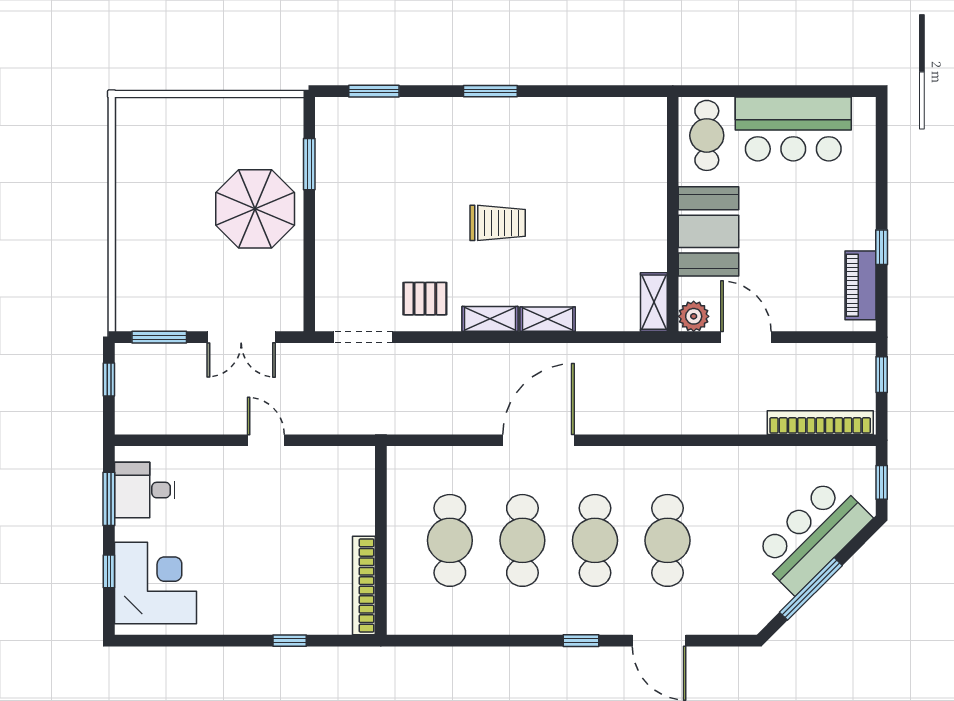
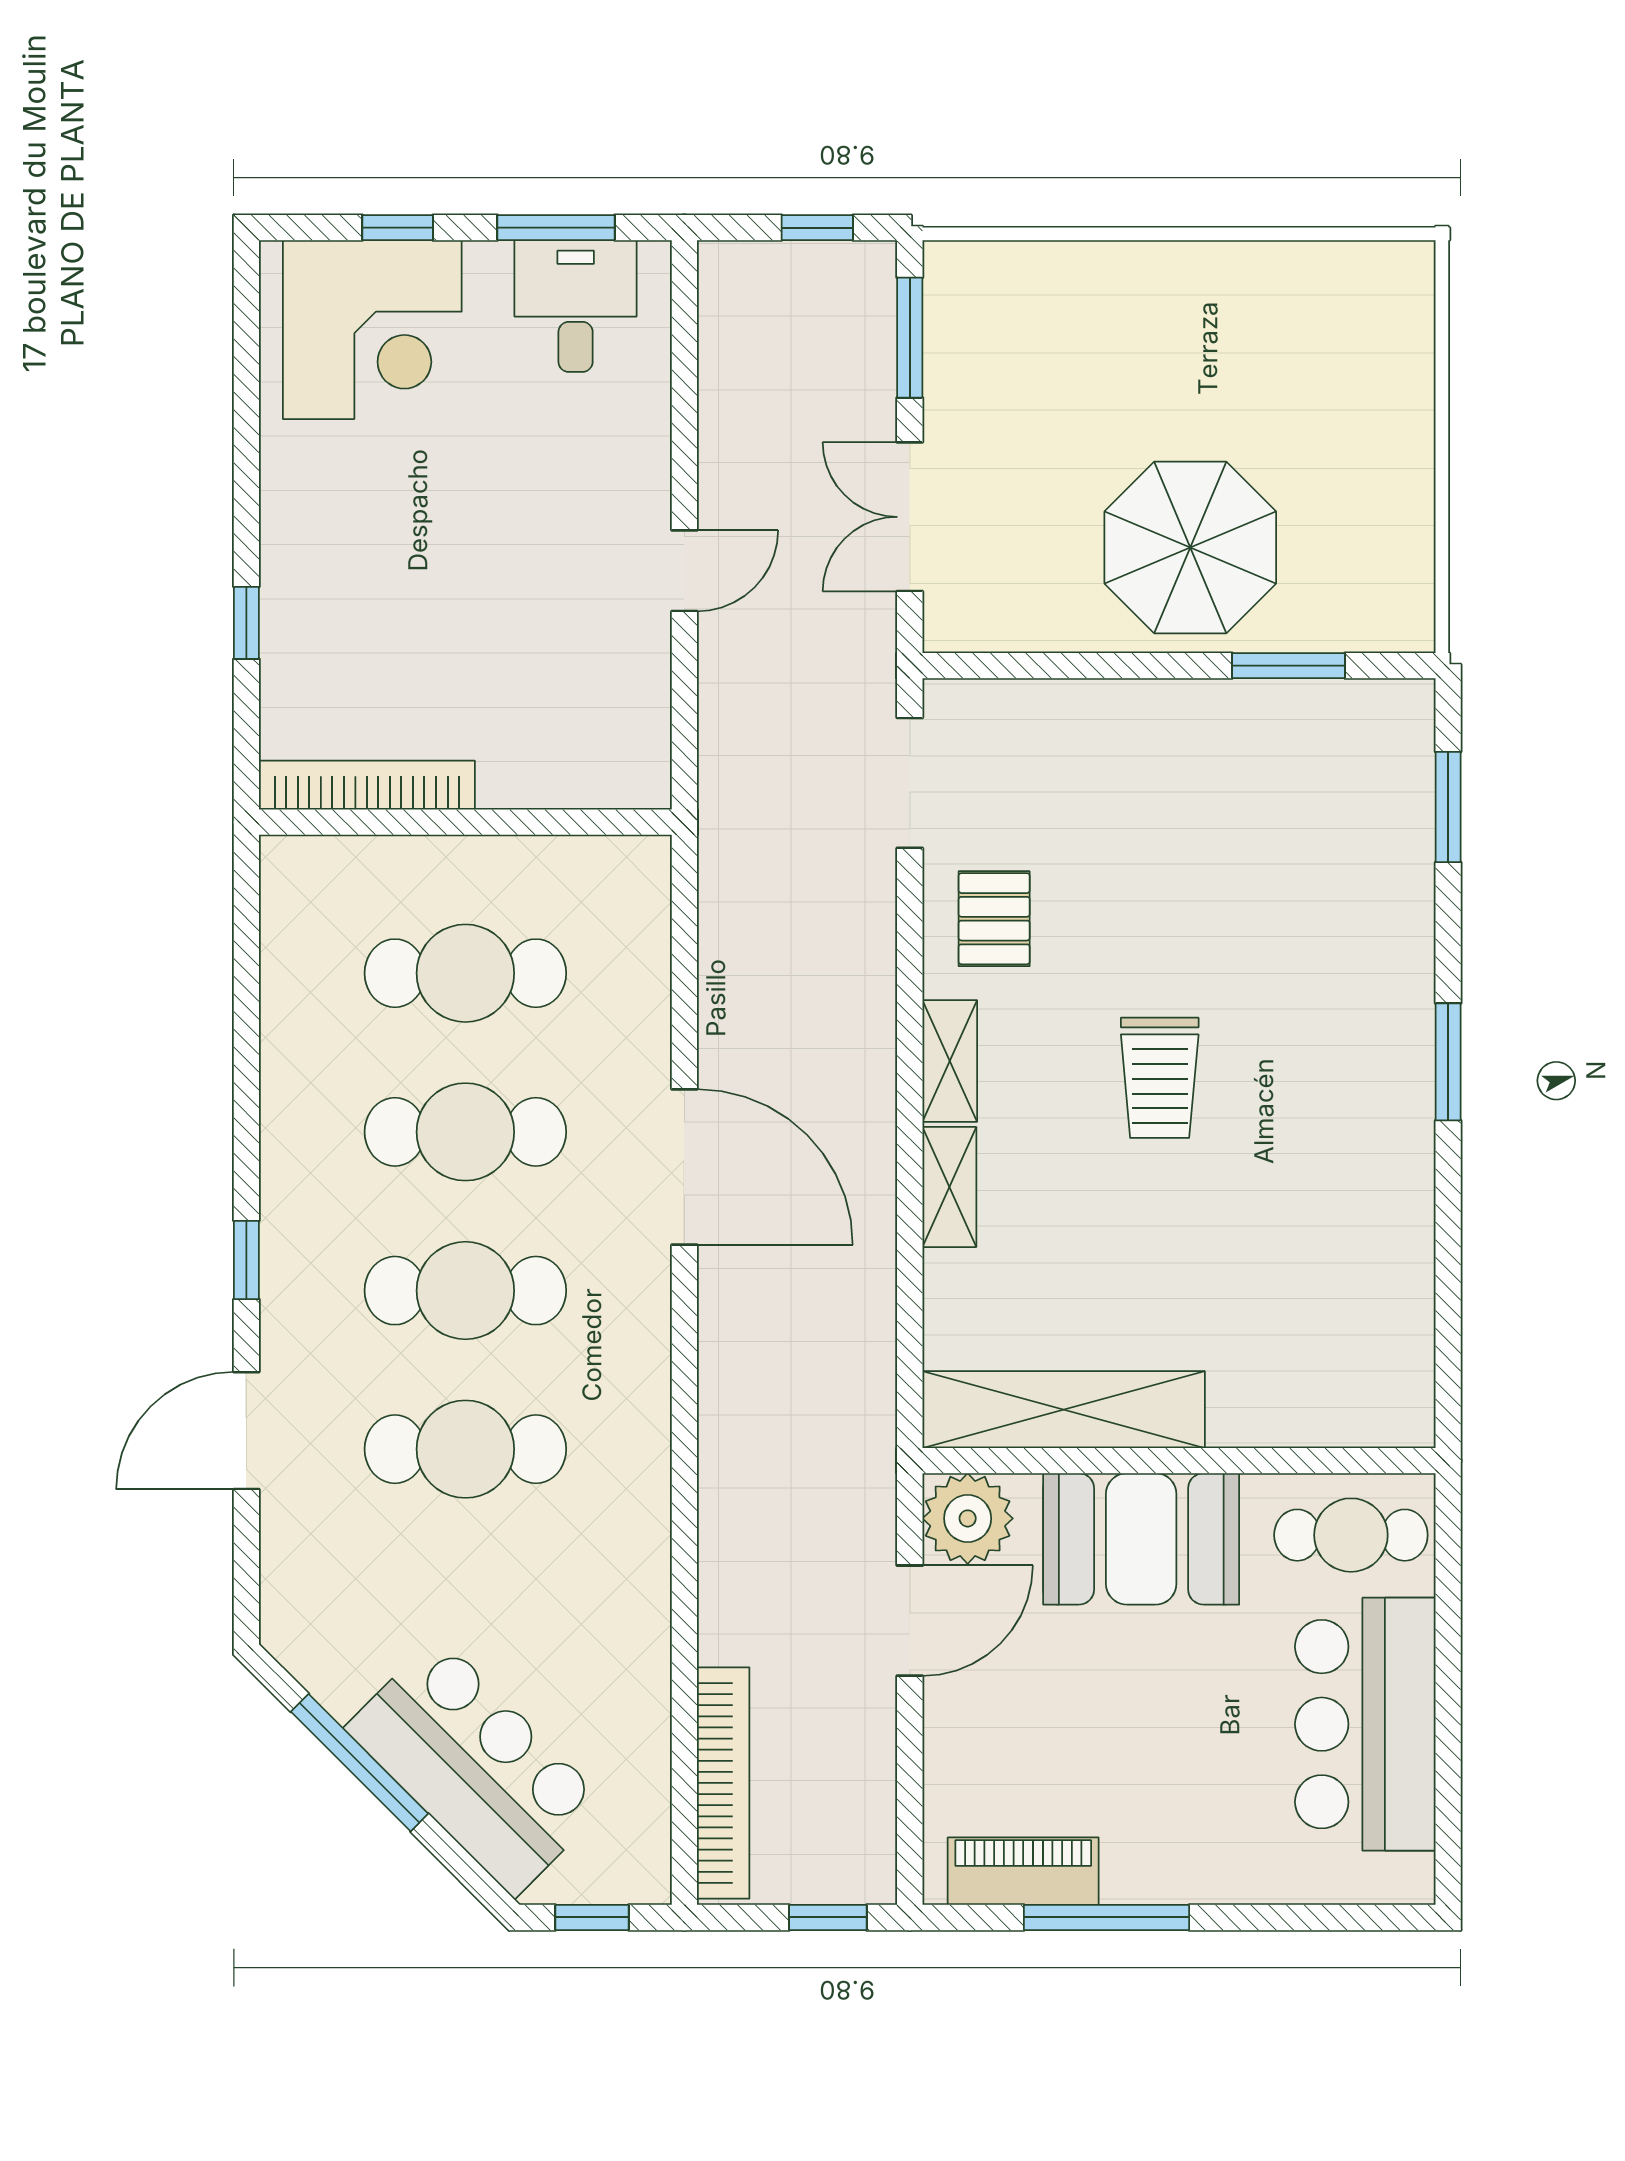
window: (882, 247) -> (1107, 1917), width x2.17
shelving: (654, 302) -> (1064, 1410), width x2.20, depth x1.33
plant: (694, 316) -> (968, 1518), width x1.36, depth x1.36

